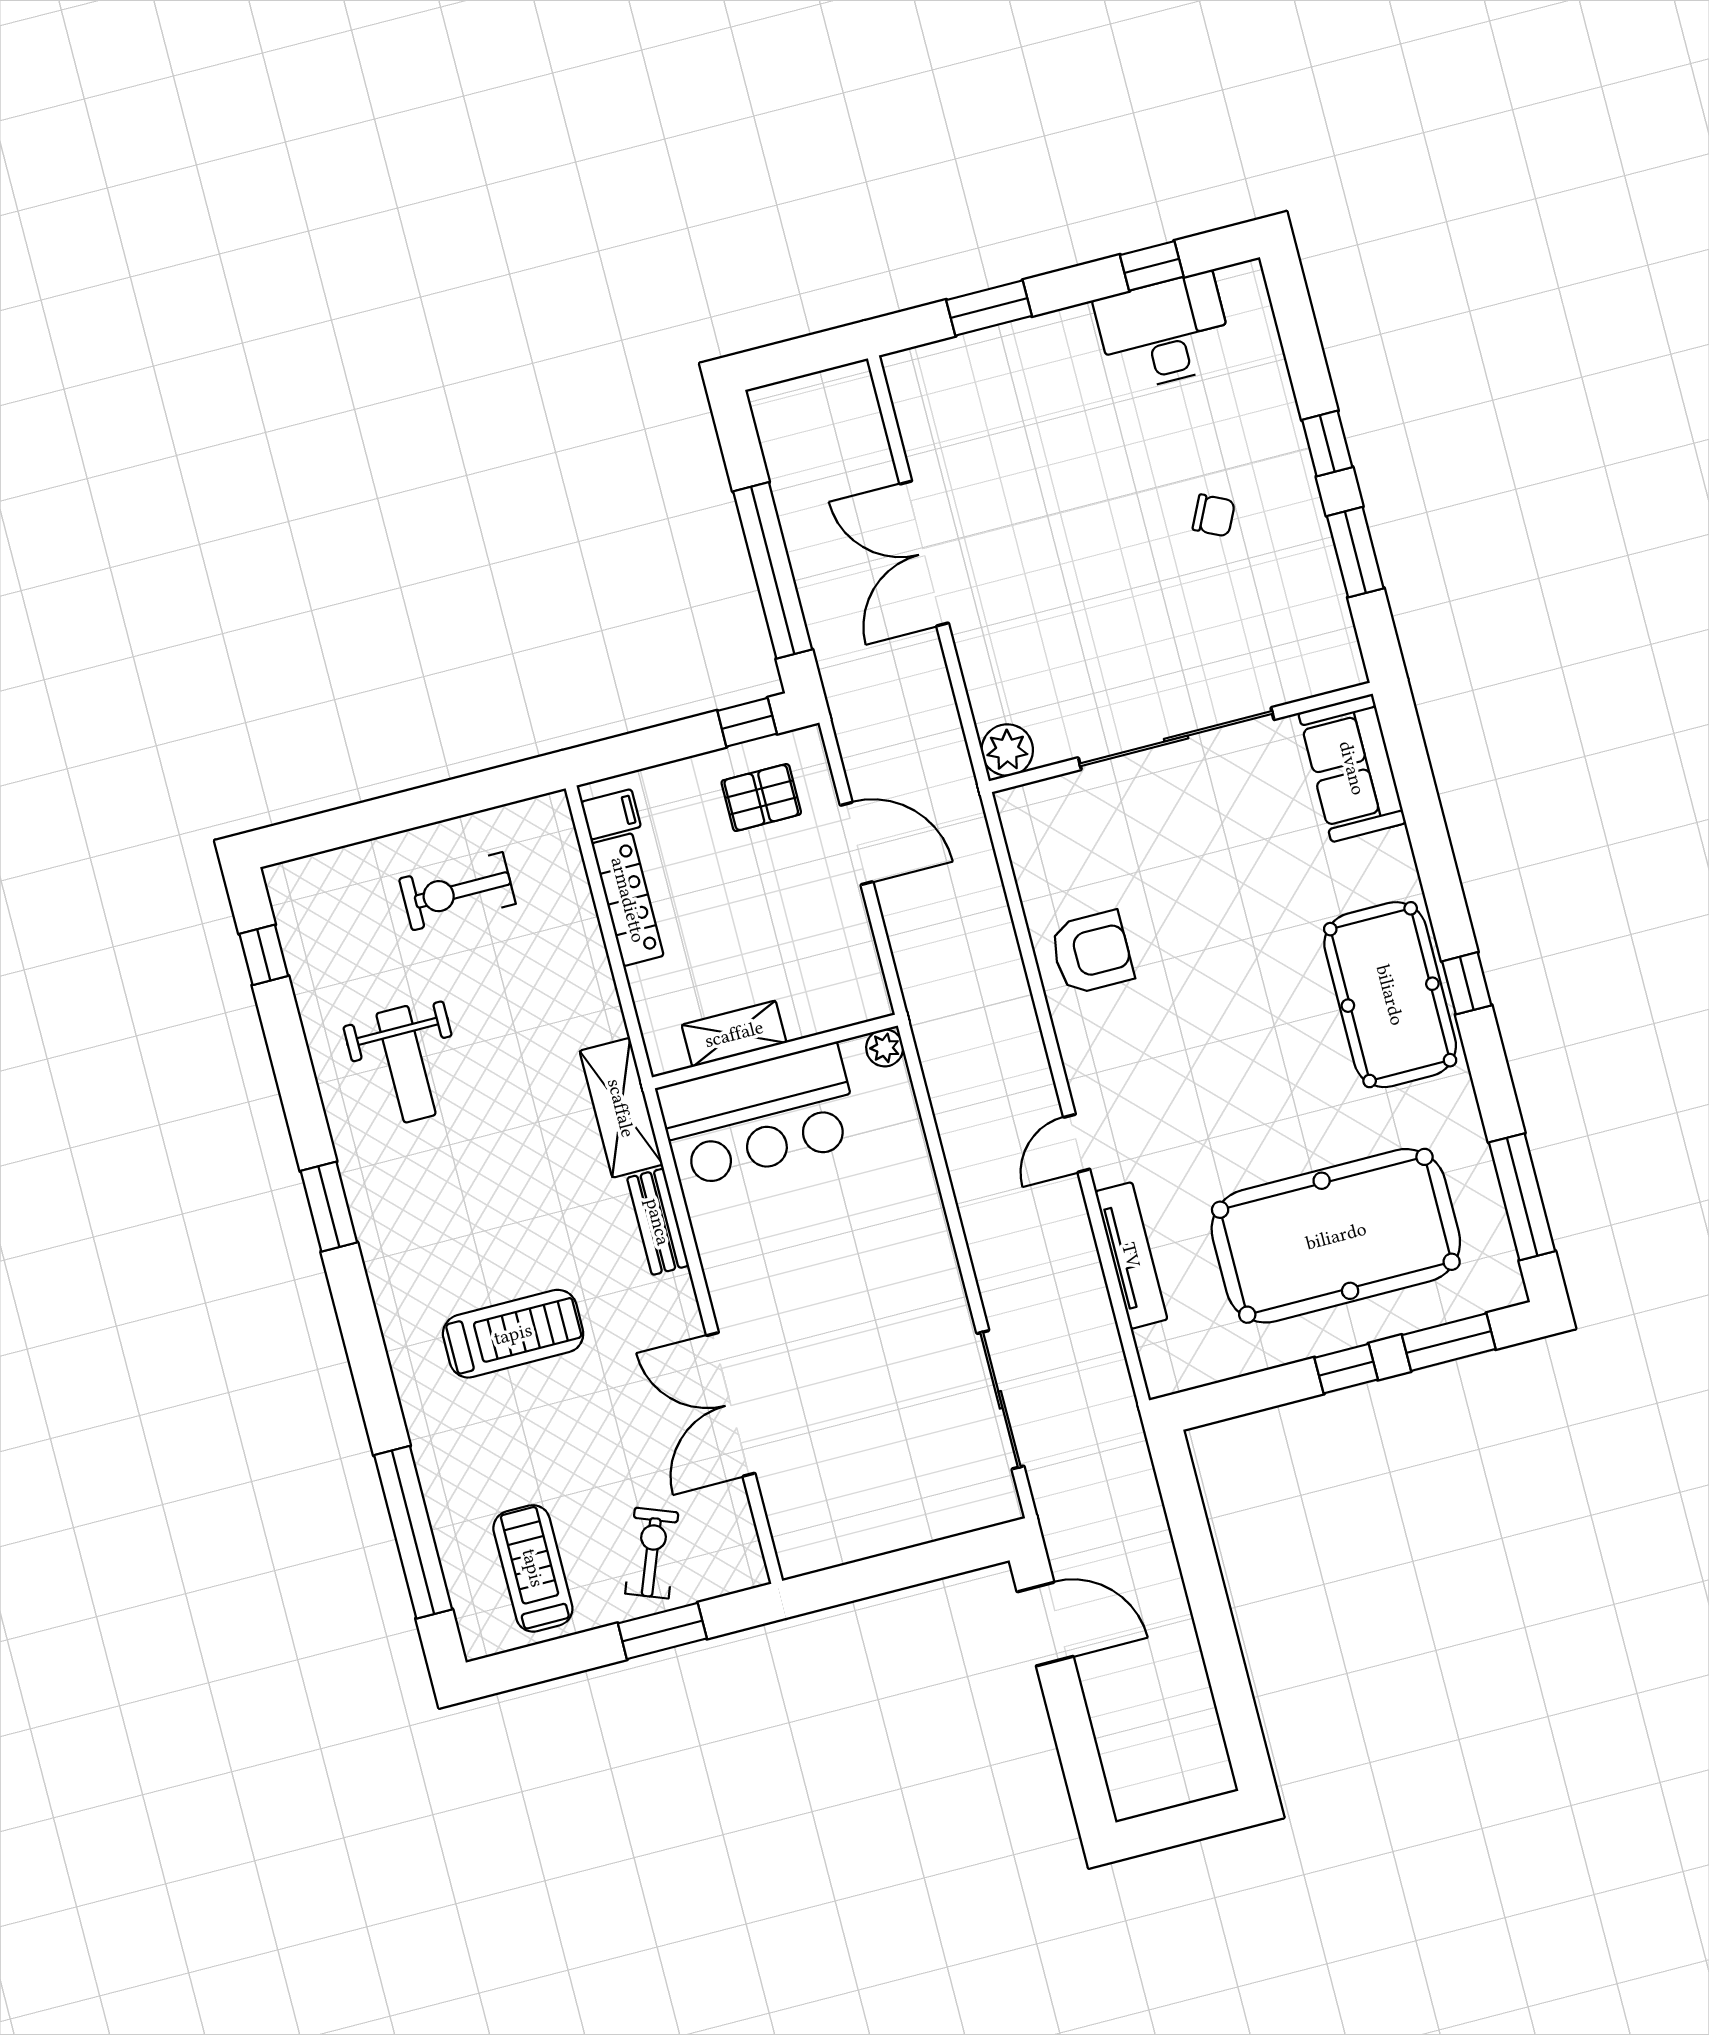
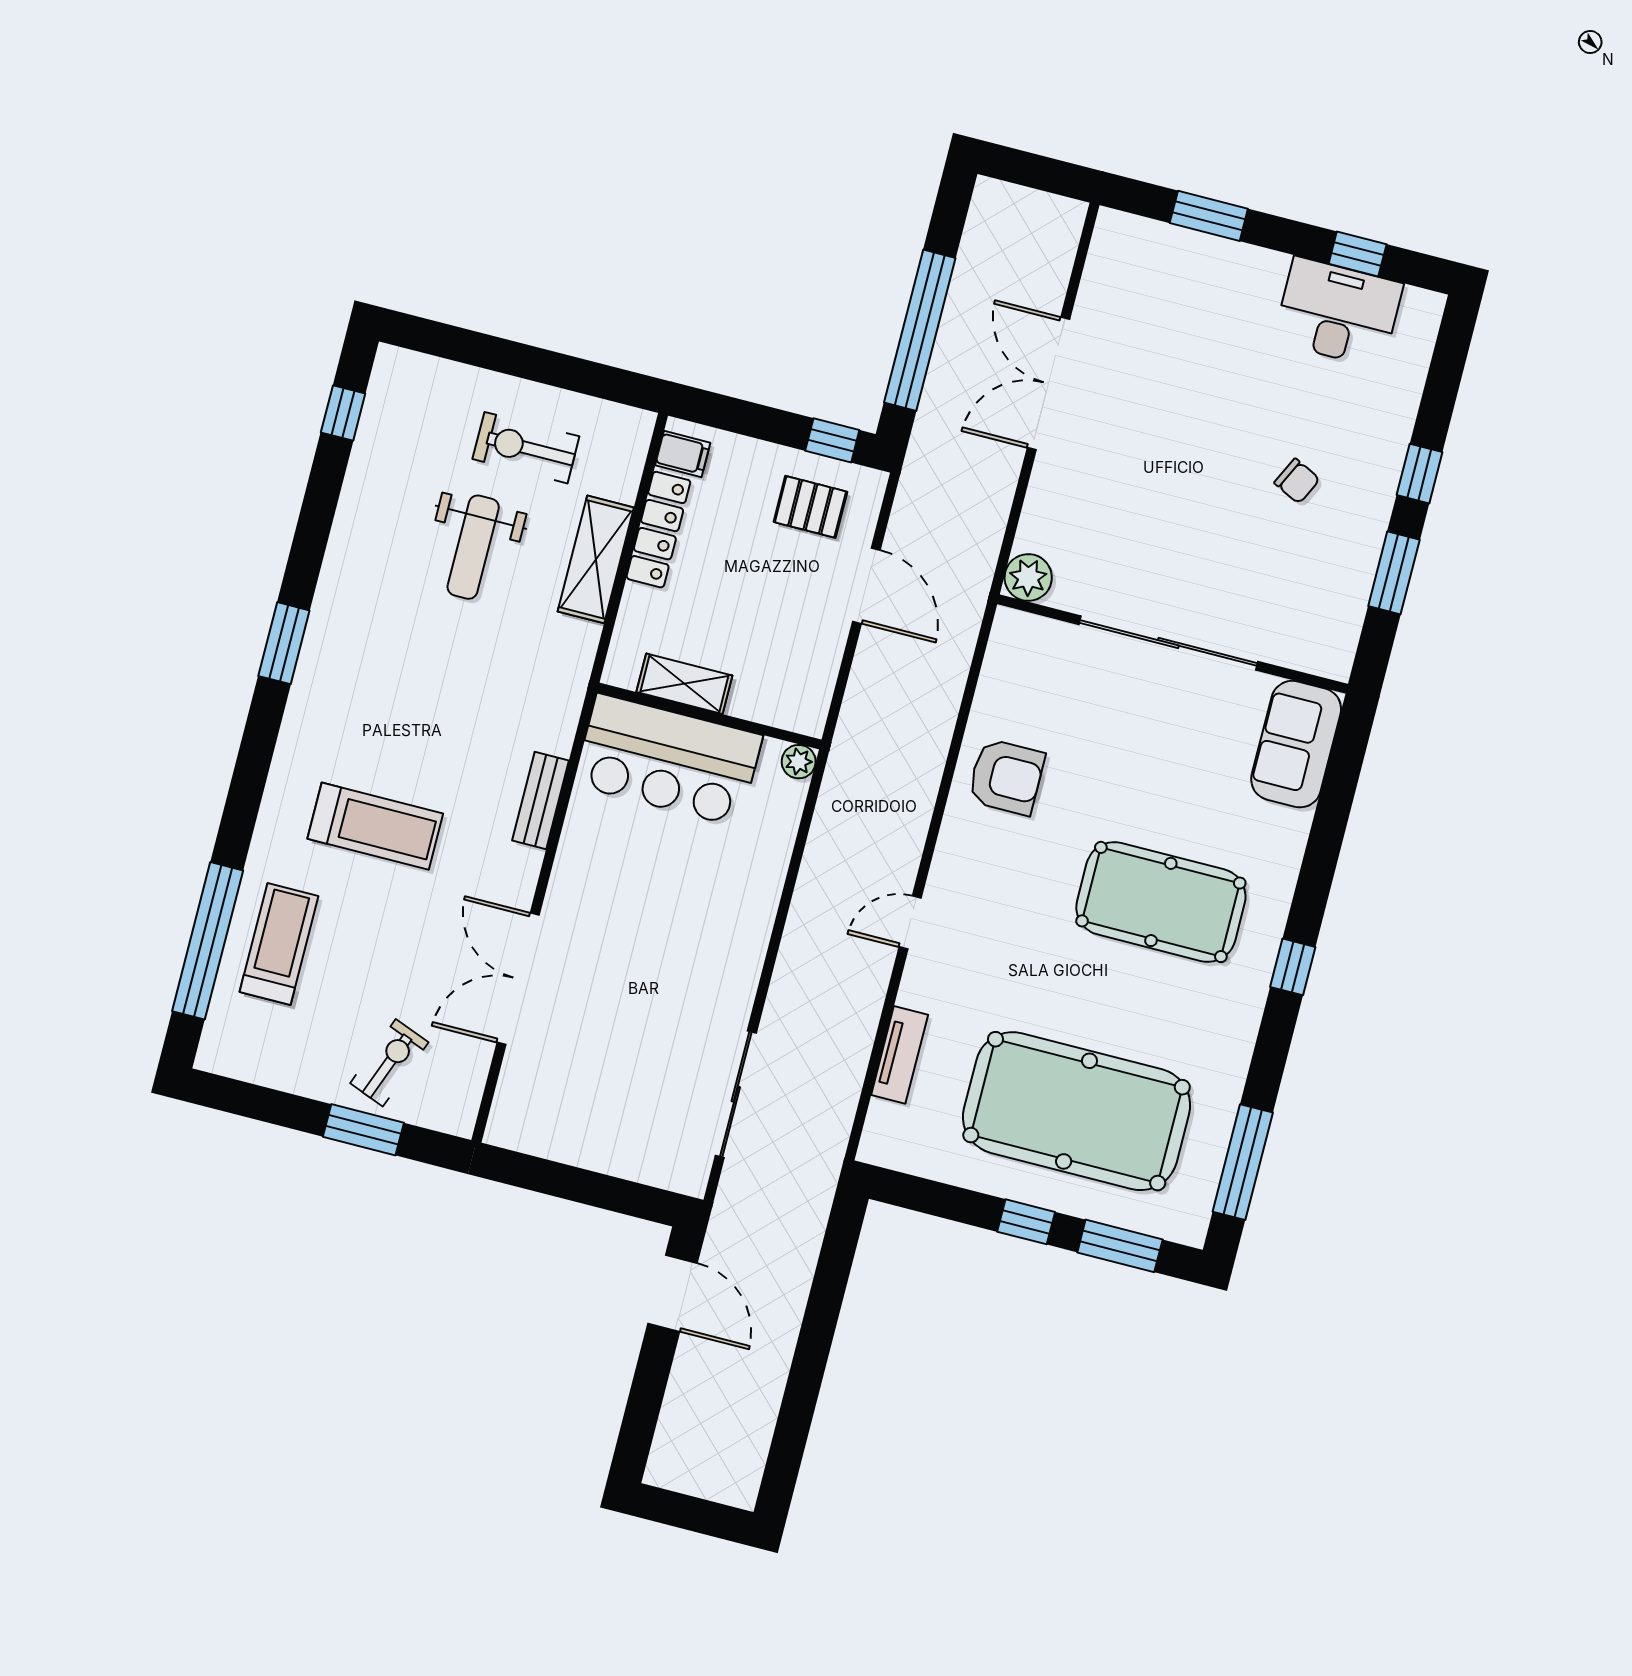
pool table: (1390, 995) -> (1161, 902), moved, turned 90
weight bench: (406, 1064) -> (473, 547), moved
shelving: (621, 1108) -> (596, 559), moved
tv unit: (1131, 1255) -> (900, 1055), width x0.71
treadmill: (533, 1568) -> (279, 944), moved

